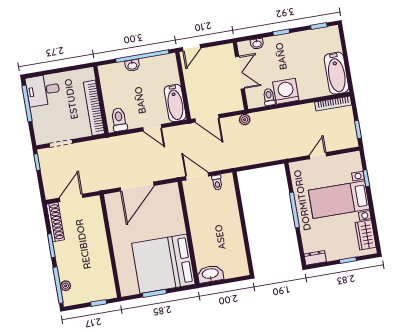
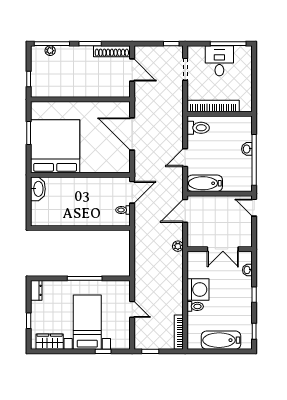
bathtub: (336, 73) -> (221, 340), moved
desk: (43, 90) -> (219, 61), moved
toilet: (269, 97) -> (195, 306), moved

